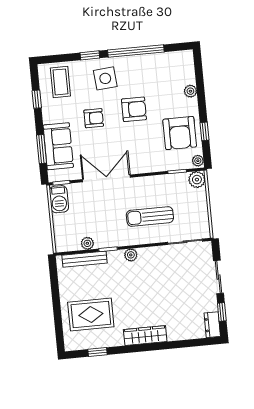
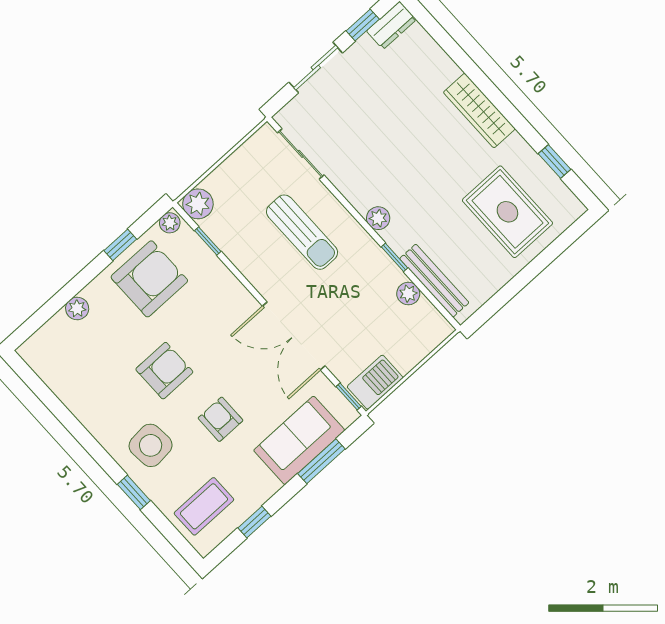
window: (136, 51) -> (78, 431), removed
armchair: (134, 109) -> (164, 371), turned 90

